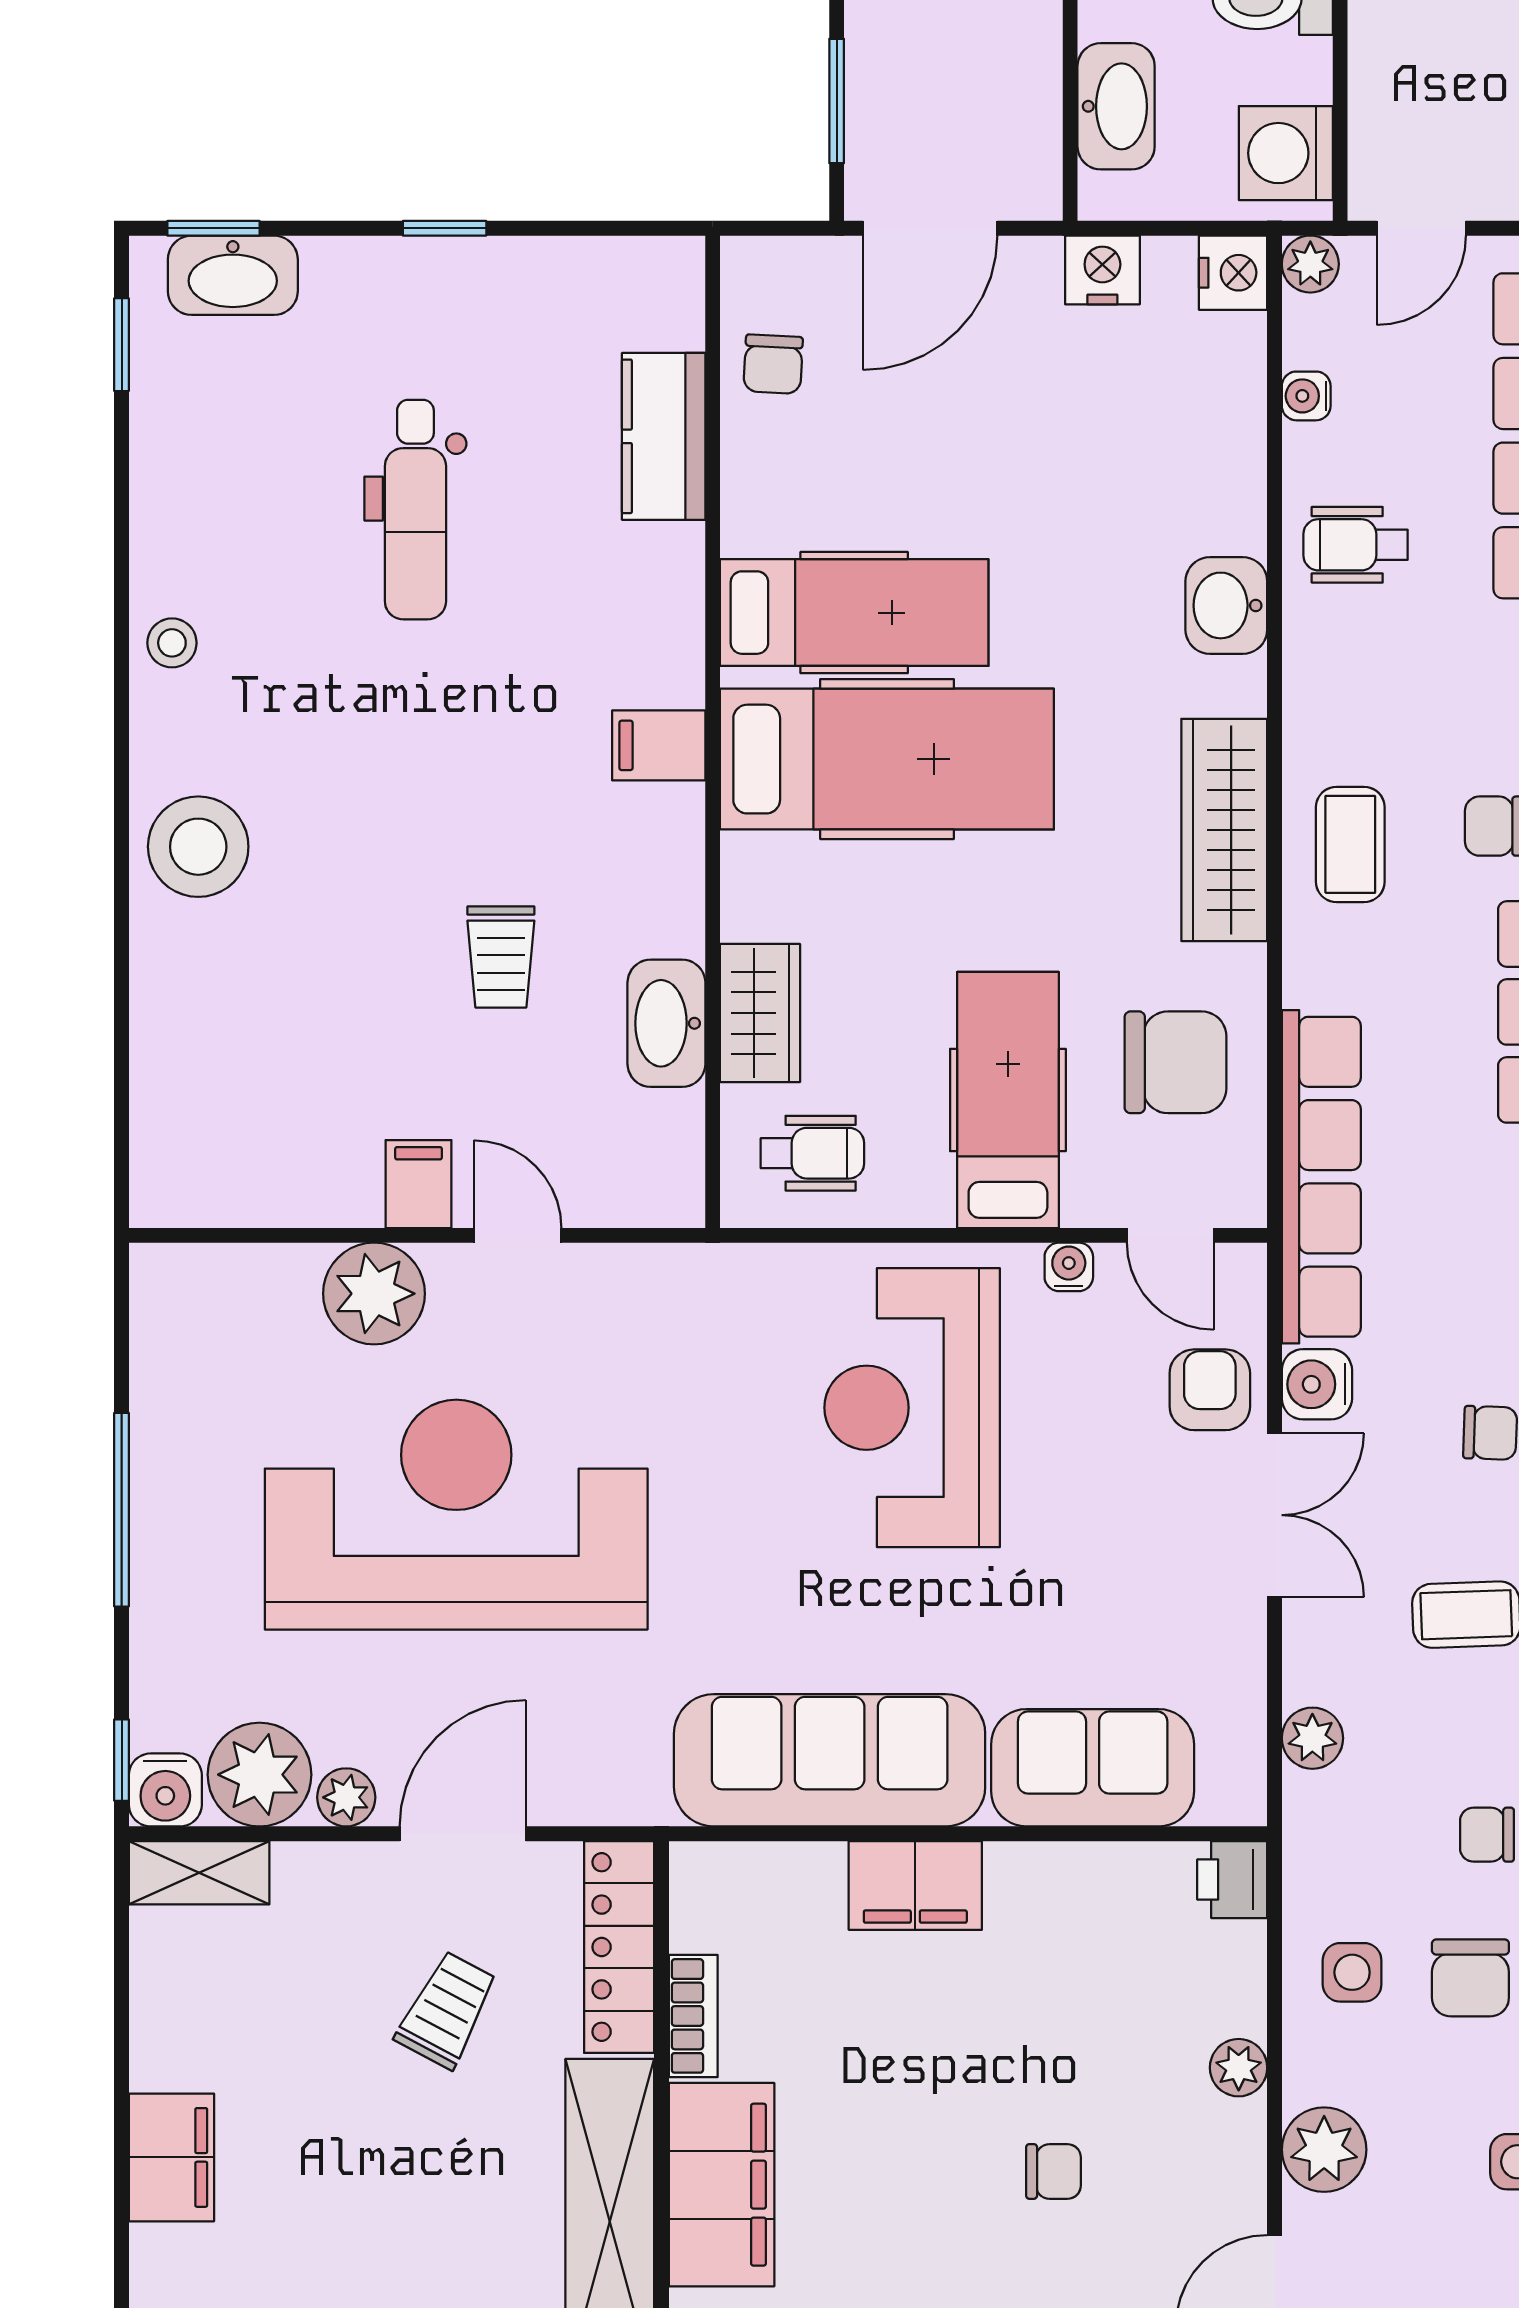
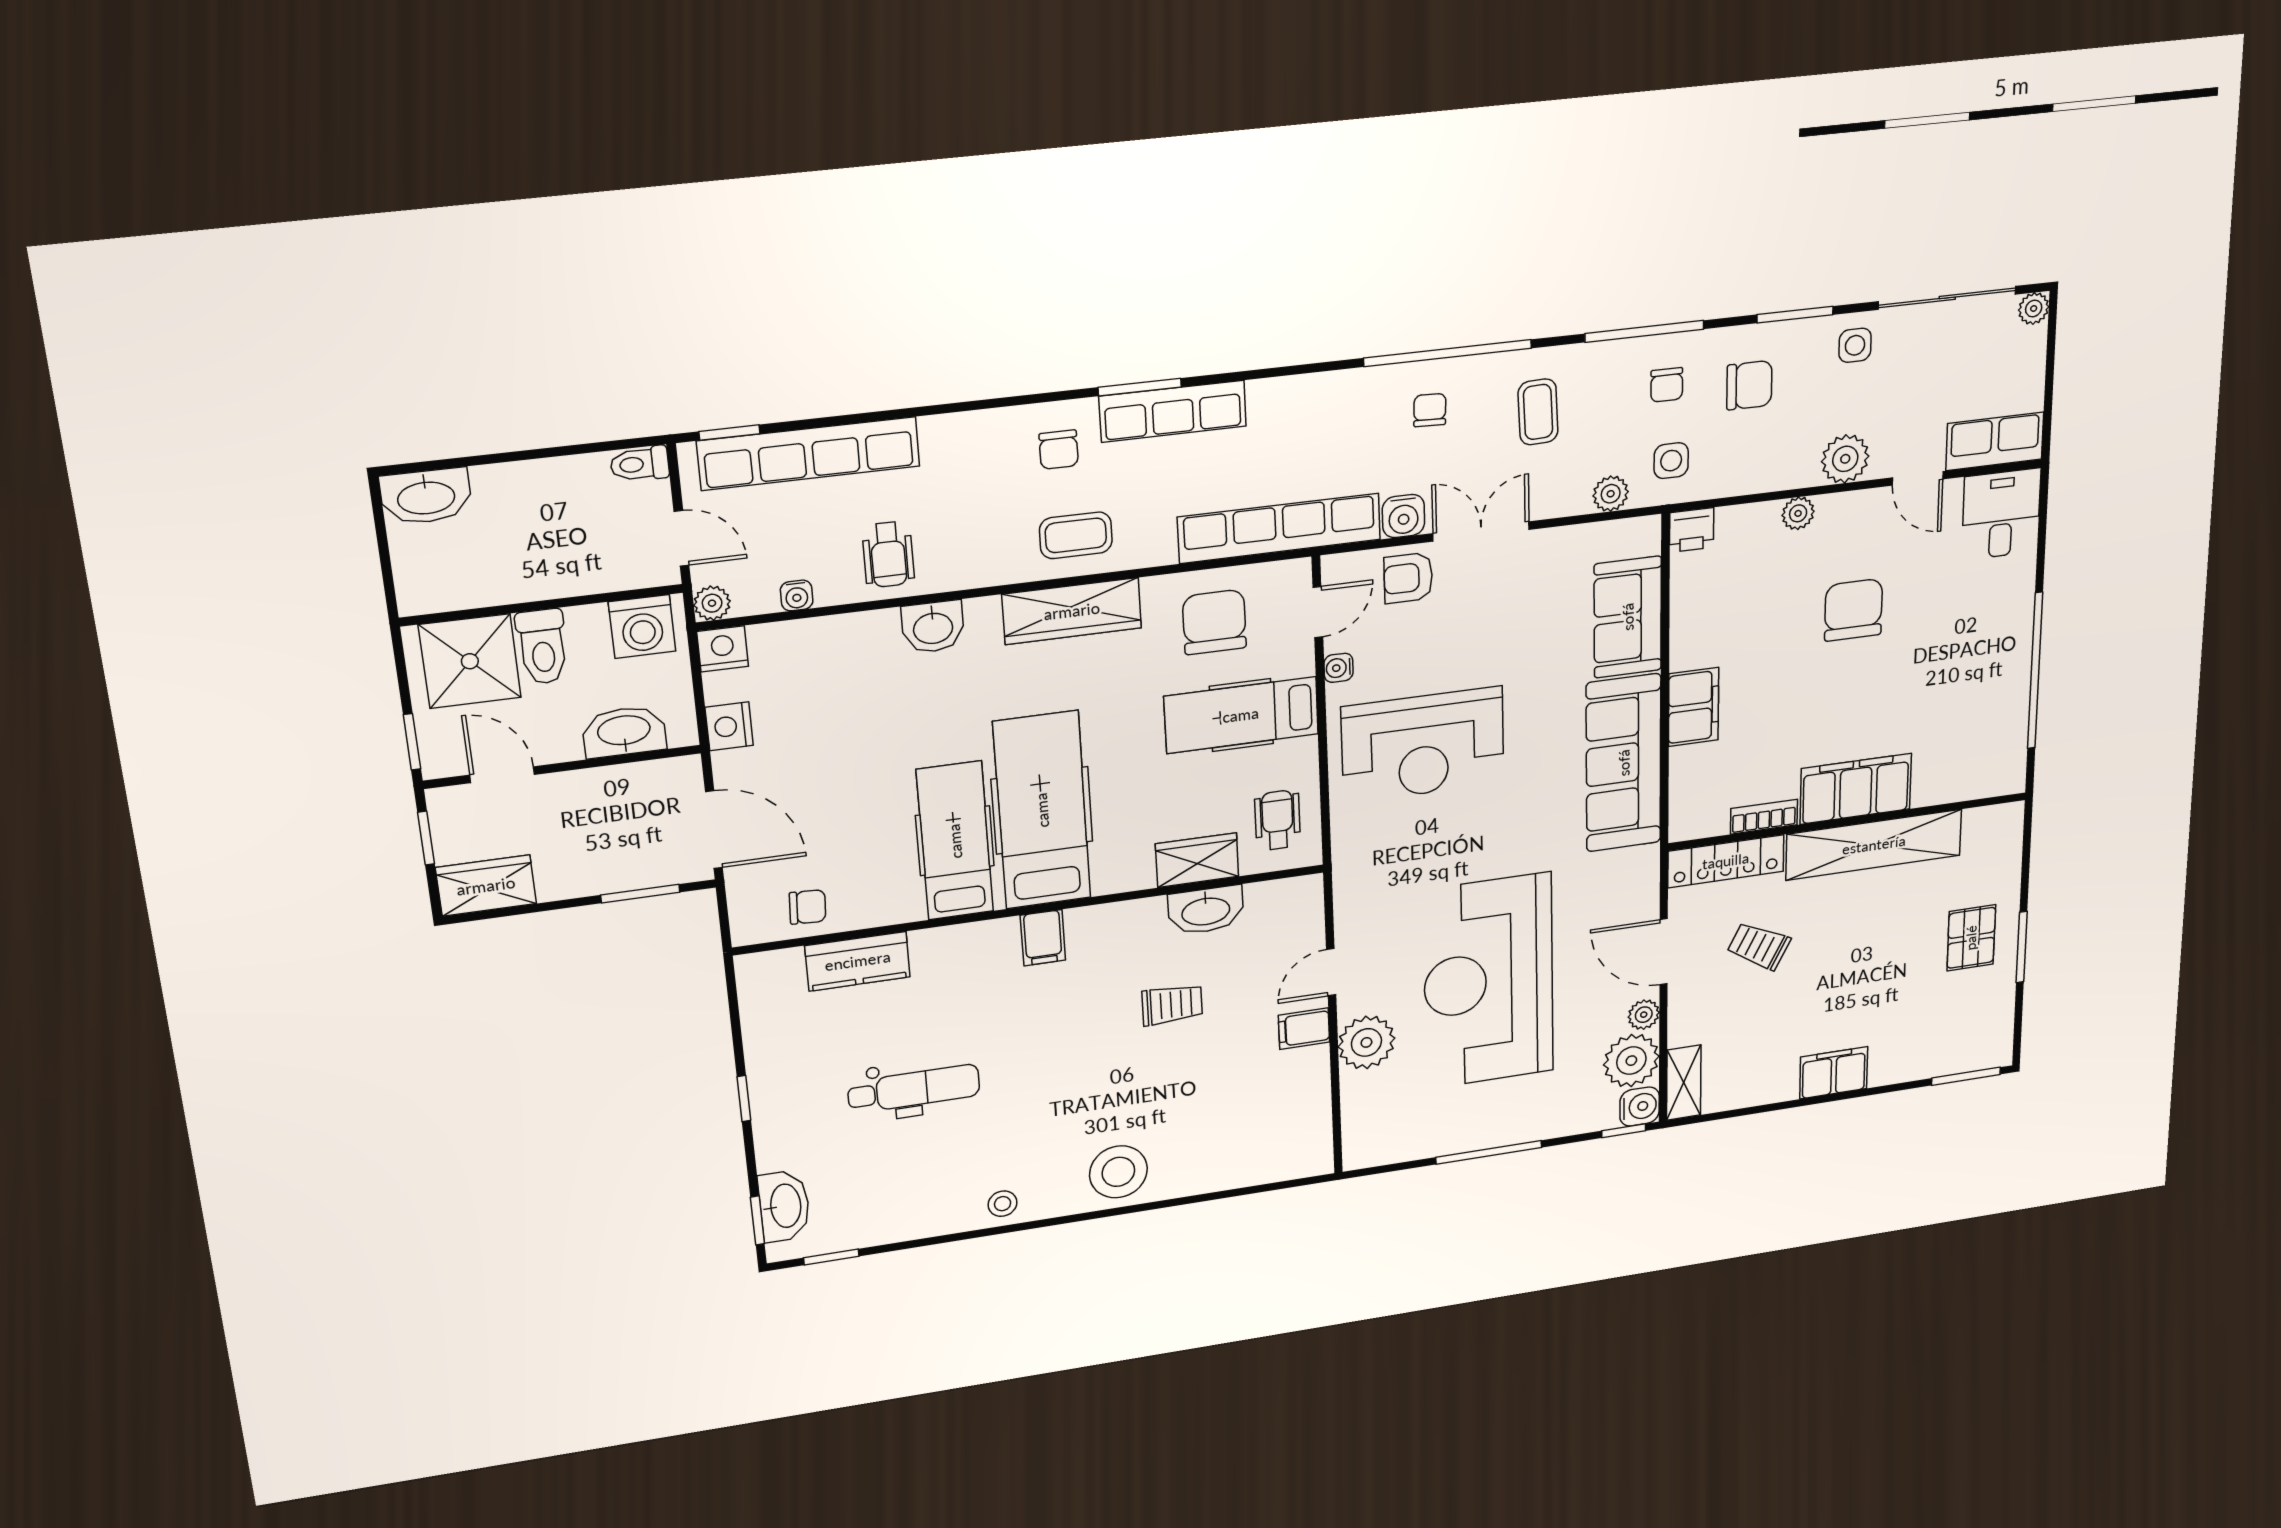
side table: (1352, 1972) -> (1671, 461), moved
chair: (1053, 2171) -> (1853, 610), width x1.87, depth x1.87

